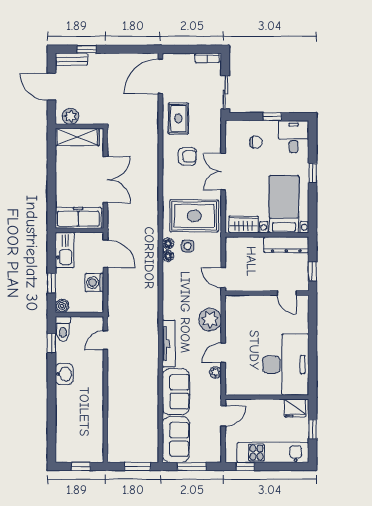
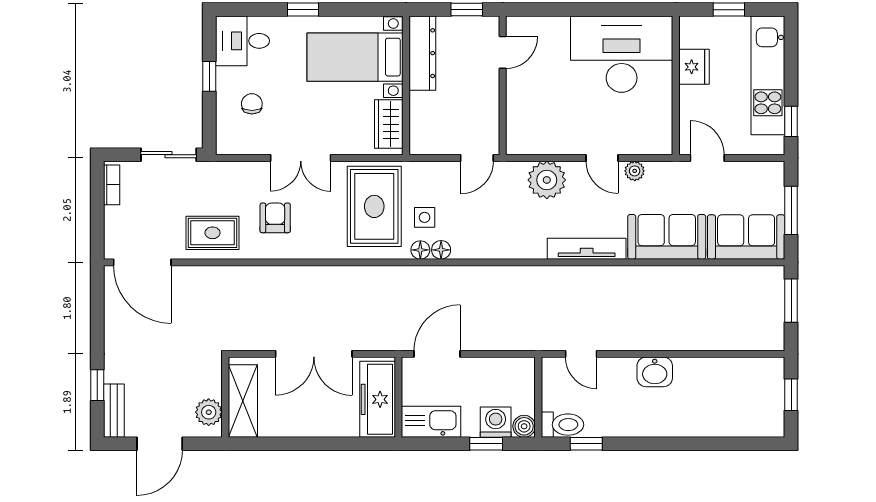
double door: (105, 179) -> (314, 354), swing flipped
washing machine: (94, 282) -> (496, 422), moved, turned 180
washbasin: (64, 374) -> (655, 372), moved, turned 180
fridge: (295, 408) -> (694, 67), moved

